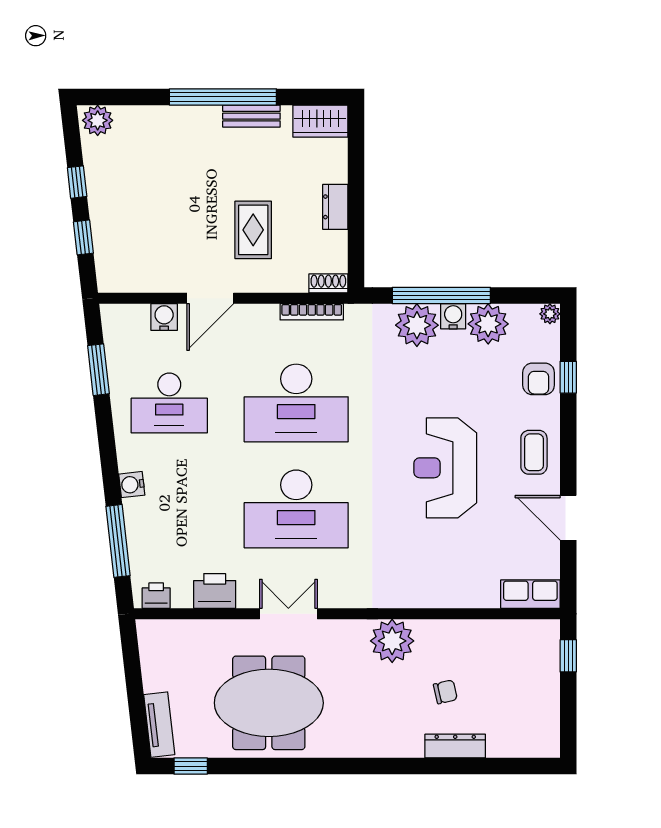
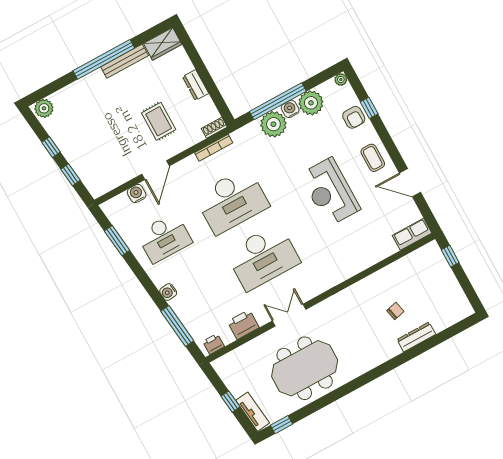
bench: (251, 116) -> (125, 61), width x1.36
plant: (392, 641) -> (352, 299), removed
window: (135, 692) -> (231, 402), added

